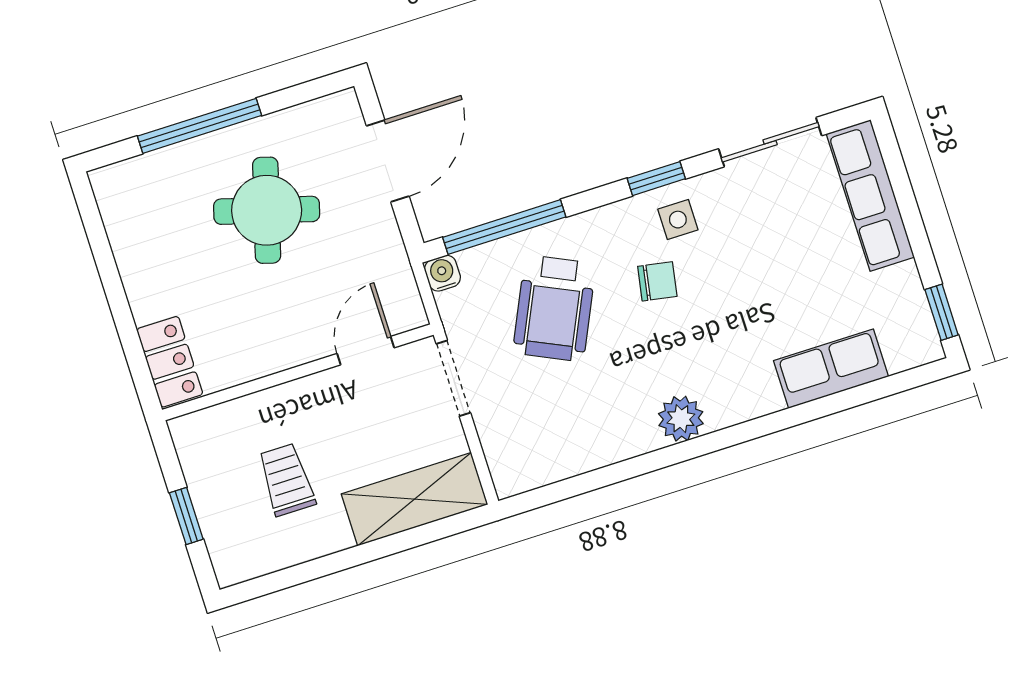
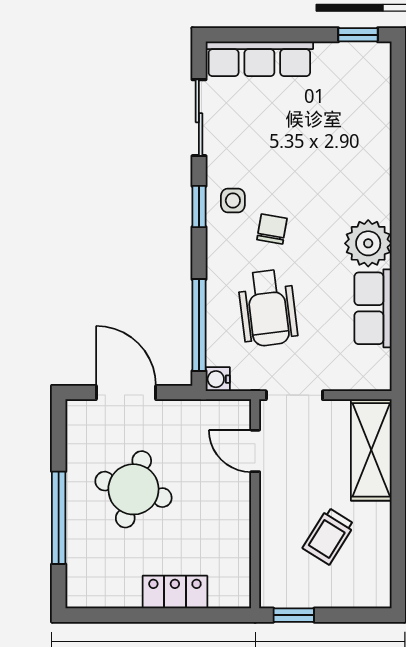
wheelchair: (554, 308) -> (268, 308), turned 58
locker: (170, 362) -> (175, 592), moved
row of seats: (831, 369) -> (373, 308), moved
plant: (681, 419) -> (368, 243), width x1.36, depth x1.36
trolley: (286, 480) -> (329, 536), turned -58
window: (186, 516) -> (294, 615), moved

